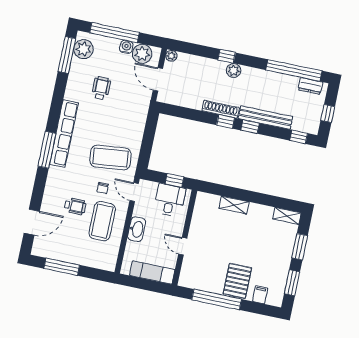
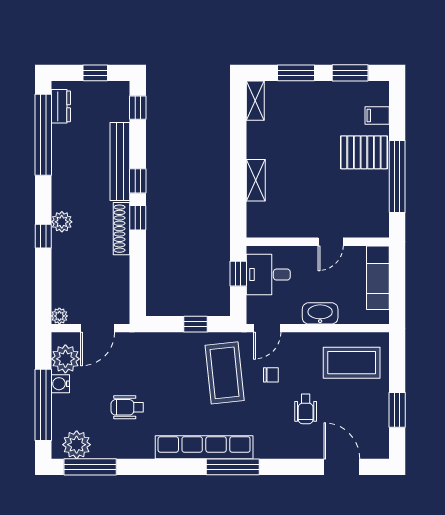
window: (147, 145) -> (196, 324), added
wheelchair: (75, 206) -> (306, 409), turned 180
coffee table: (102, 221) -> (352, 363), moved
window: (62, 267) -> (397, 410), width x0.69

